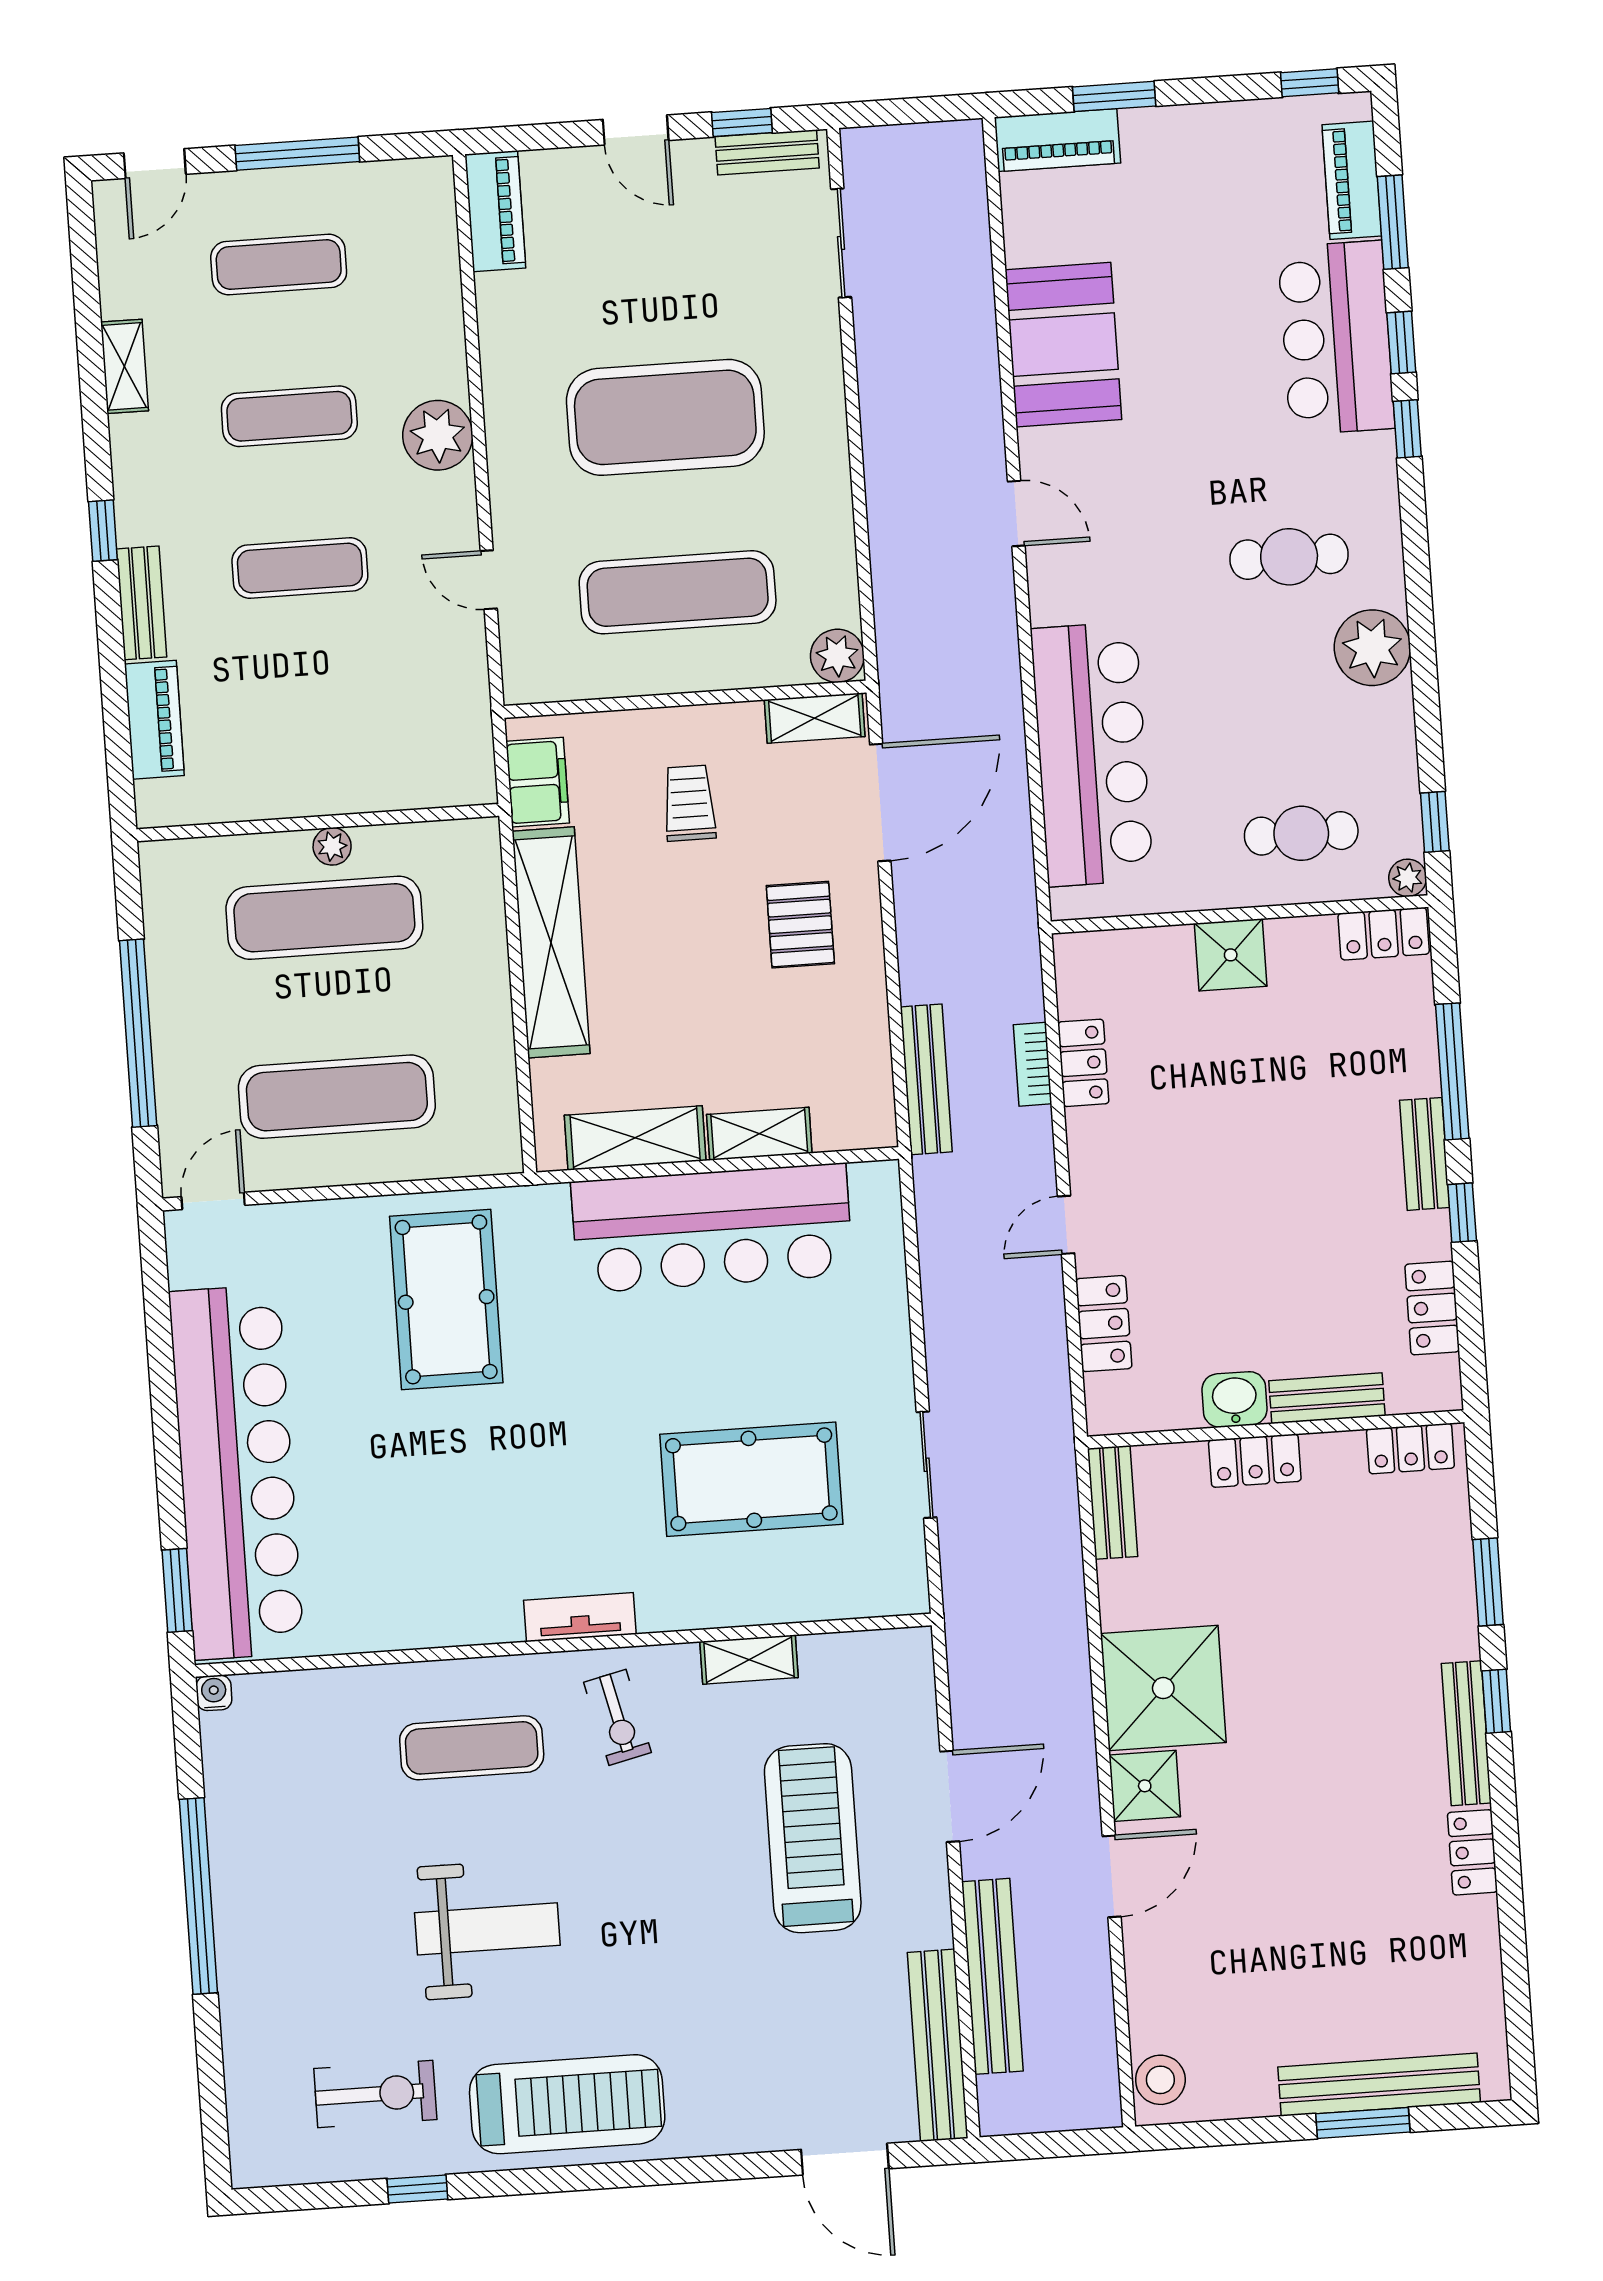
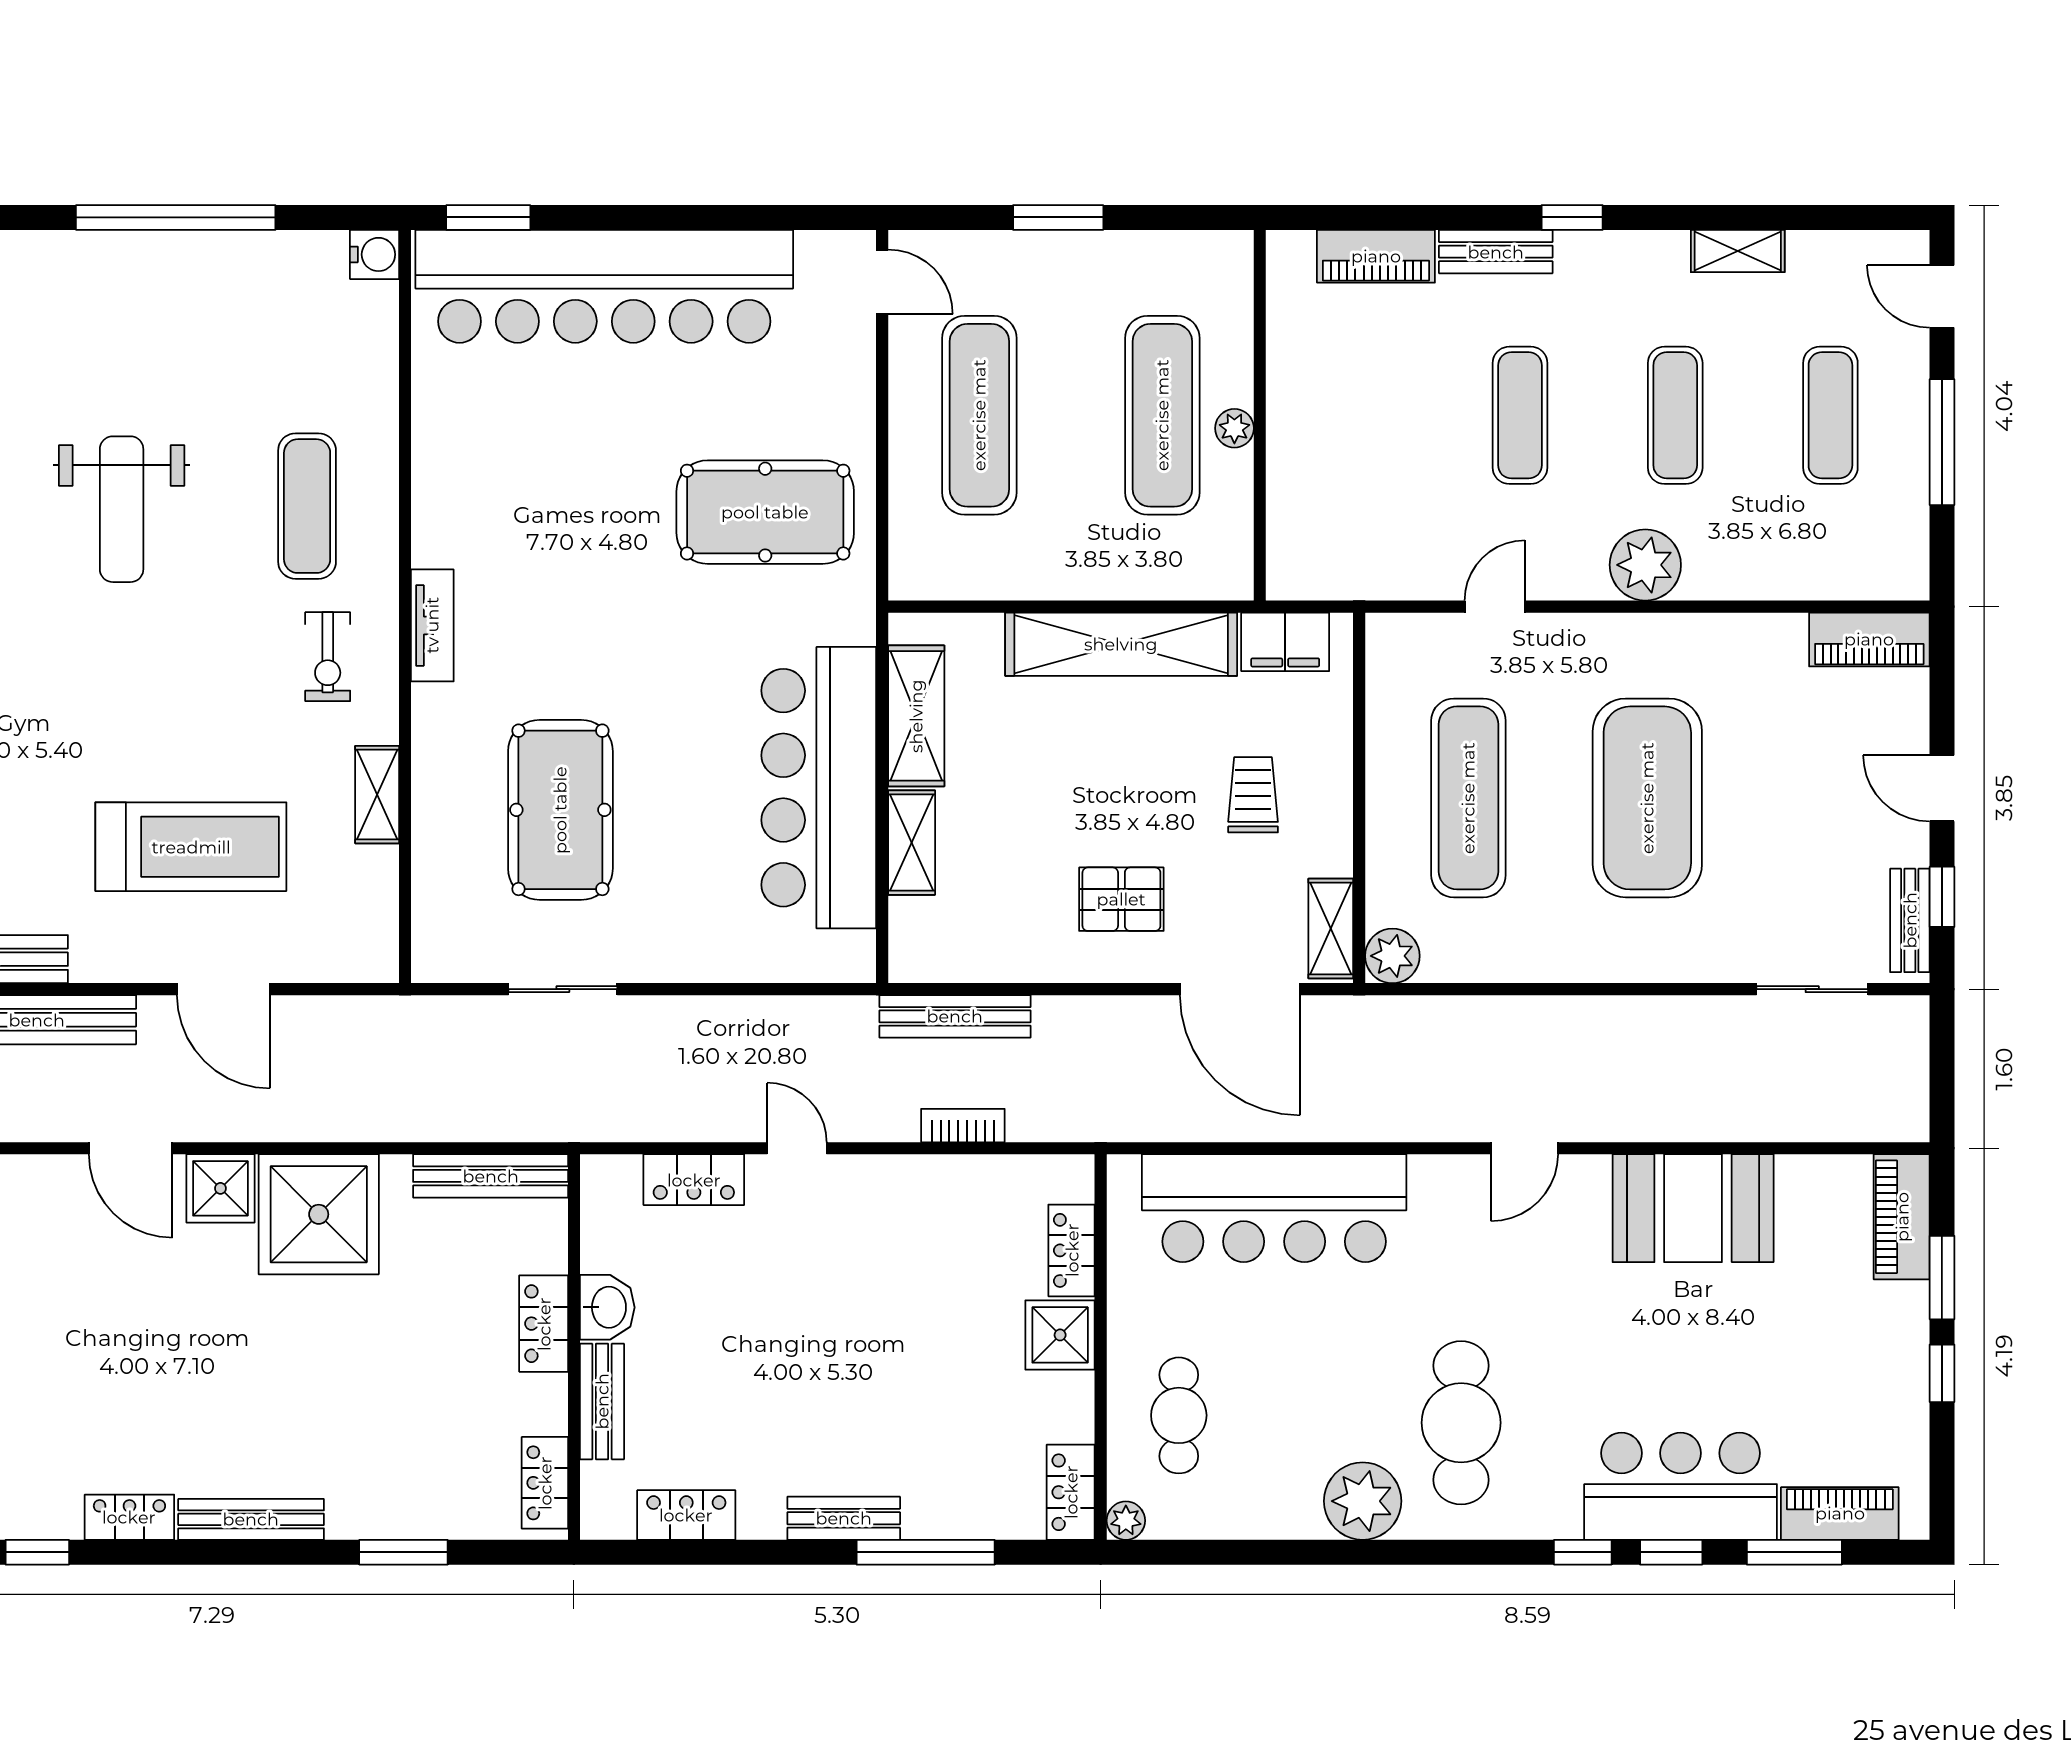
window: (1310, 83) -> (1942, 1373), moved
door: (636, 130) -> (1942, 788), hinge flipped
cafe table: (1289, 557) -> (1461, 1423), width x1.37, depth x1.35
trolley: (689, 803) -> (1253, 795), turned -90
window: (1435, 822) -> (1181, 1552), removed
window: (138, 1033) -> (1058, 217), width x0.47
locker: (1083, 1063) -> (1072, 1250), moved, turned 90
window: (1462, 1213) -> (781, 1552), removed
bench: (1113, 1502) -> (491, 1176), width x1.36
water cooler: (214, 1693) -> (375, 254), width x1.38, depth x1.38
window: (1496, 1701) -> (37, 1552), moved
exercise bike: (617, 1717) -> (328, 657), turned -77

